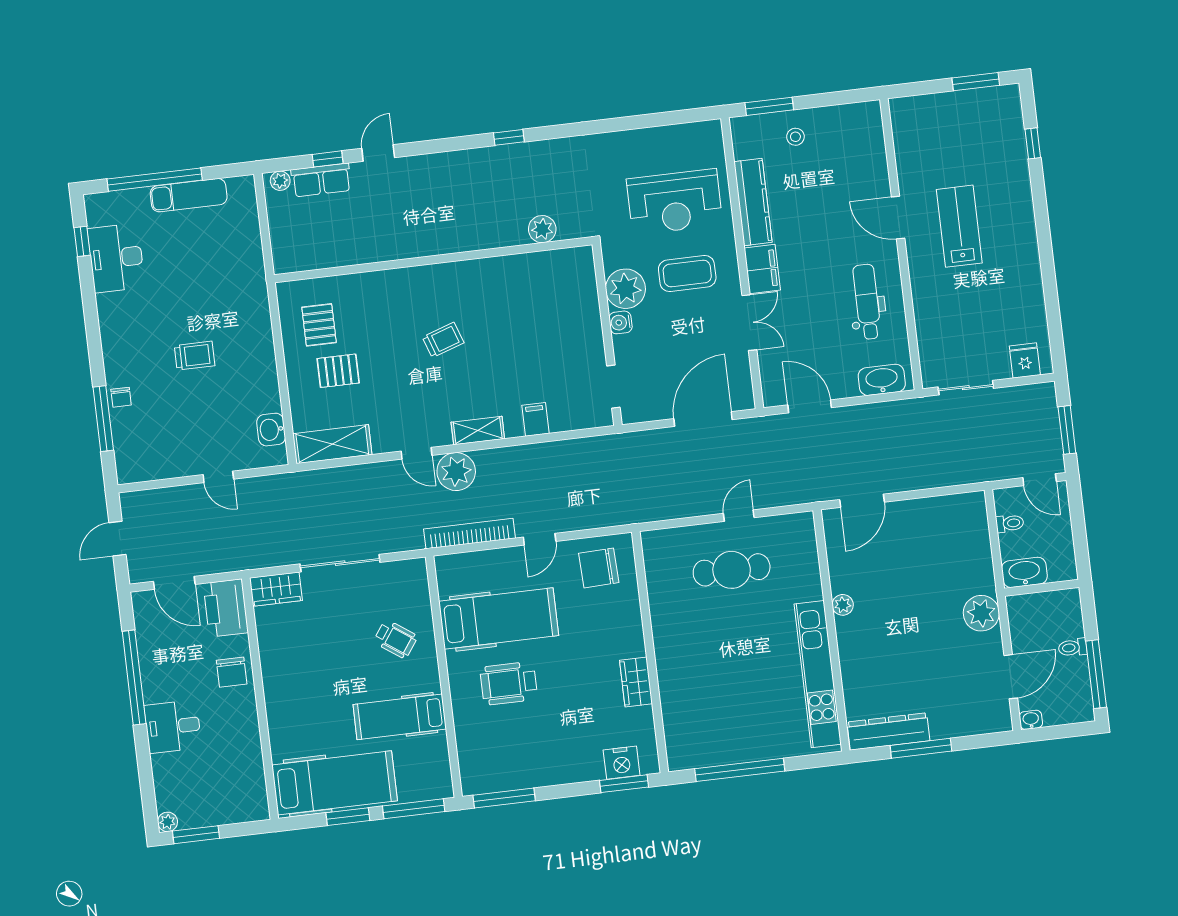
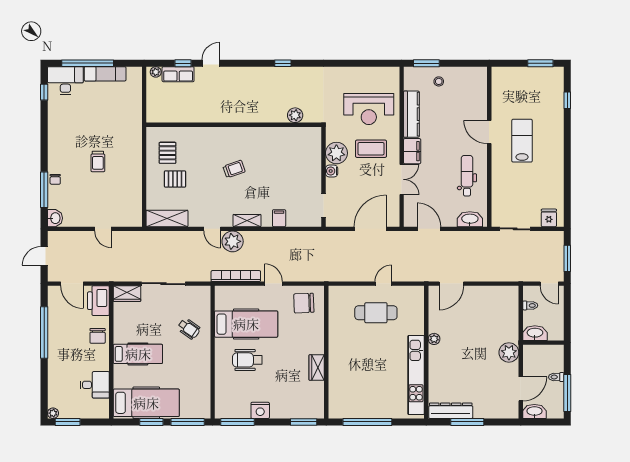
desk: (116, 258) -> (65, 81), moved, turned 90
trolley: (195, 356) -> (98, 161), turned 90
washbasin: (271, 430) -> (55, 218), moved, turned 180
door: (540, 539) -> (274, 284), swing flipped
hospital bed: (400, 717) -> (138, 354), moved, turned 180
washbasin: (1031, 720) -> (534, 411), width x1.91, depth x1.45
desk: (173, 727) -> (95, 385), moved, turned 180
nightstand: (622, 763) -> (260, 410), moved

